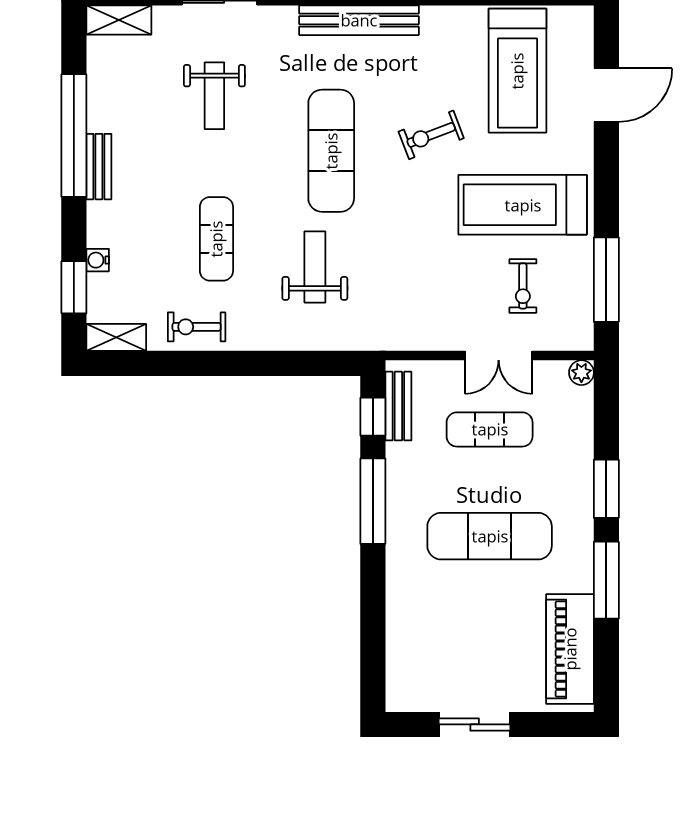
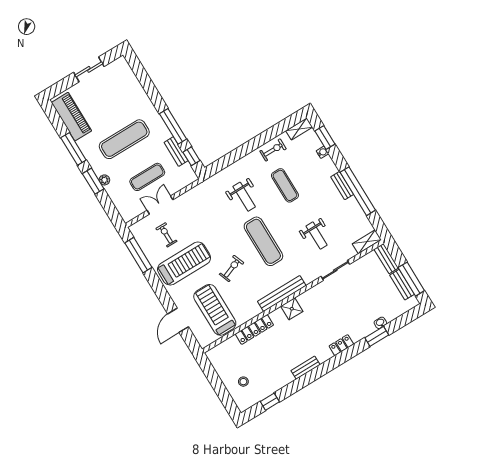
weight bench: (214, 96) -> (317, 236), turned 180
plant: (581, 373) -> (104, 180), moved
bench: (398, 406) -> (176, 152), moved

